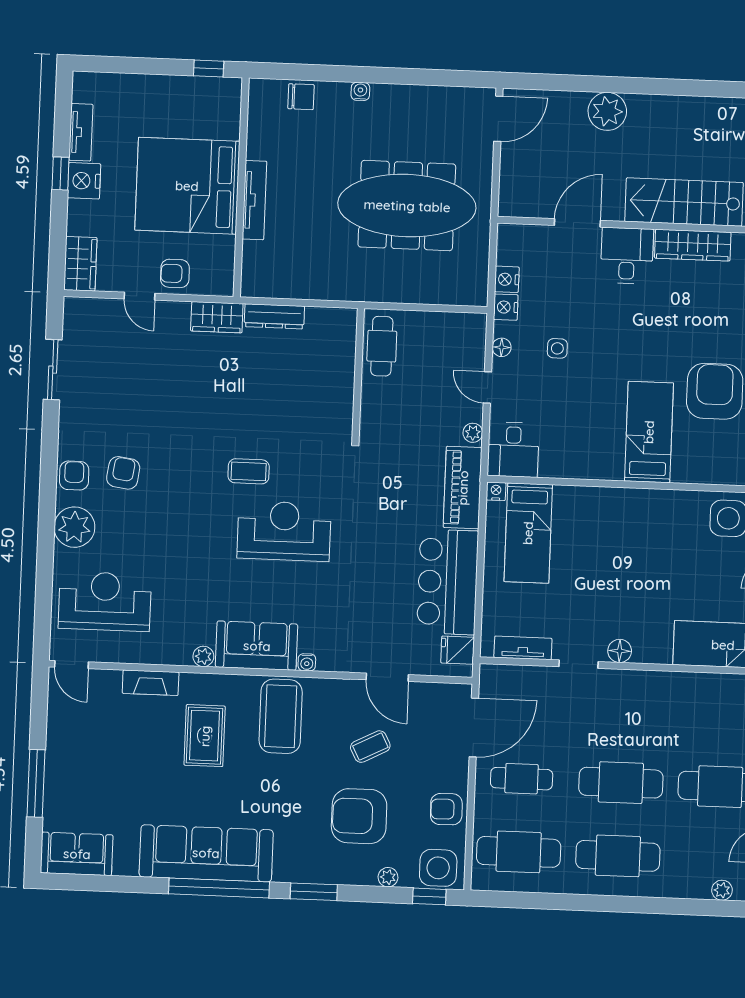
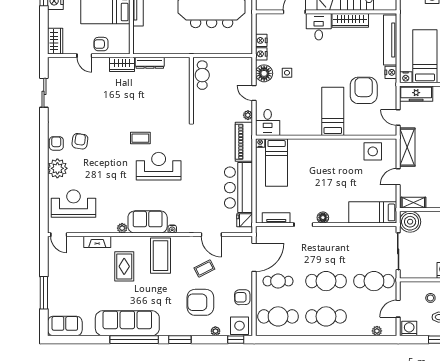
floor lamp: (502, 347) -> (264, 73), width x1.89, depth x1.89

